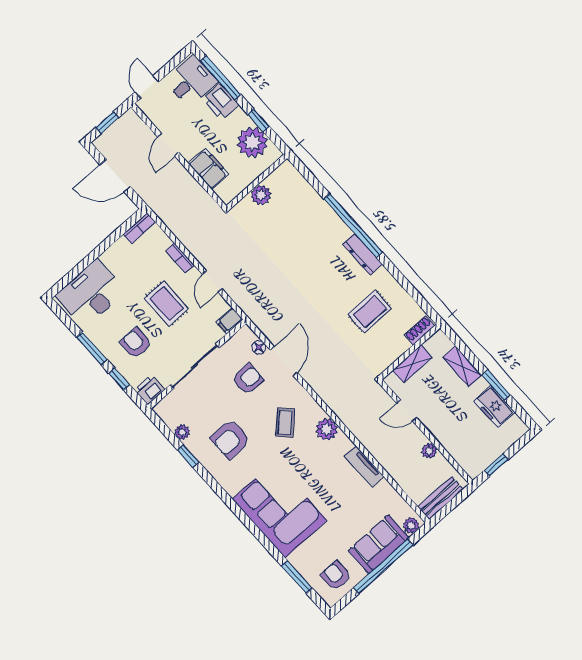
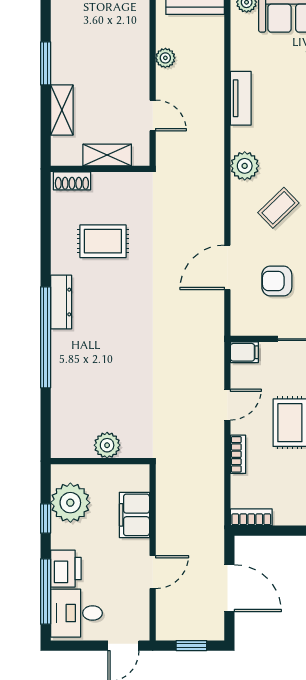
floor lamp: (259, 347) -> (239, 302), removed
freezer: (494, 407) -> (66, 44), removed

